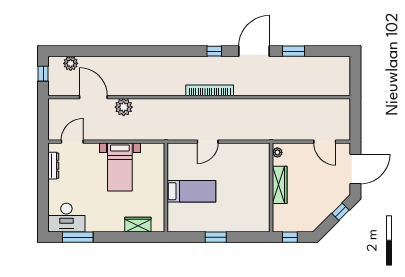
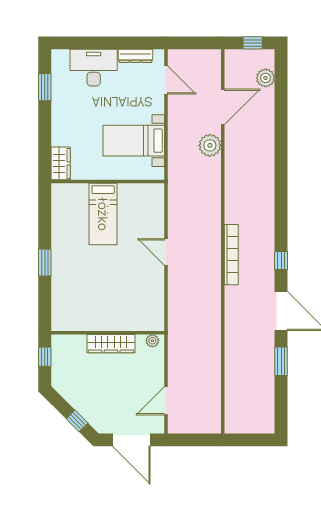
wall: (166, 188) -> (108, 182), moved
bed: (191, 191) -> (103, 214), moved
desk: (66, 218) -> (94, 68), moved, turned 90
window: (78, 237) -> (45, 87), width x0.69

